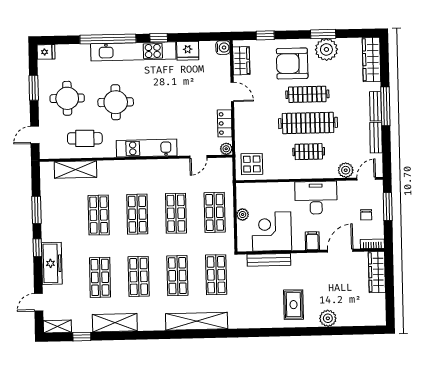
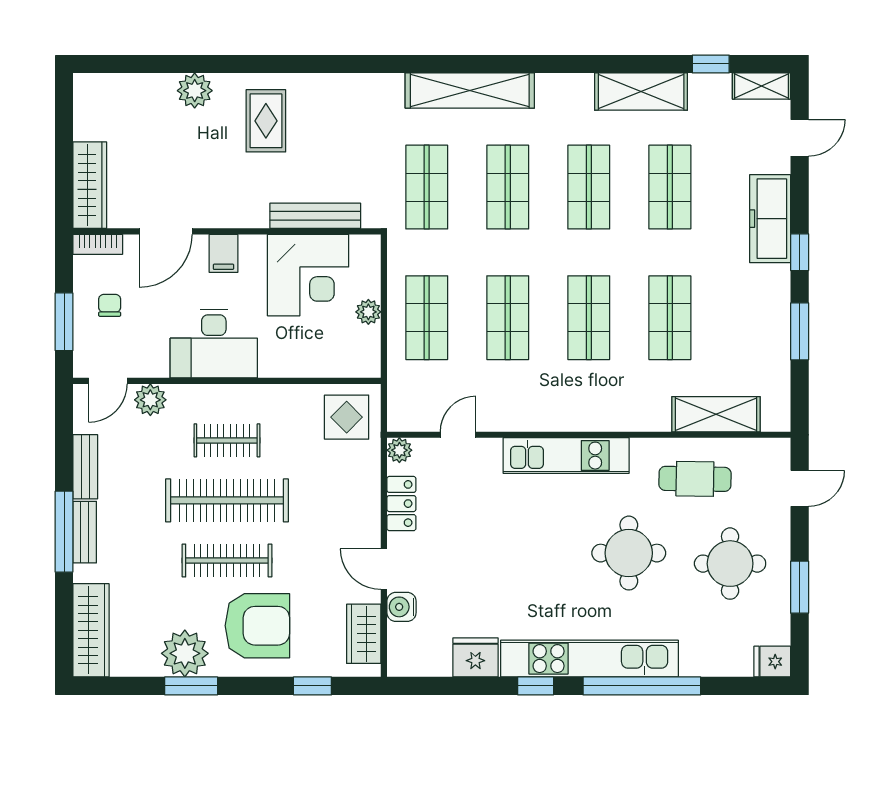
water cooler: (223, 48) -> (401, 607), moved

